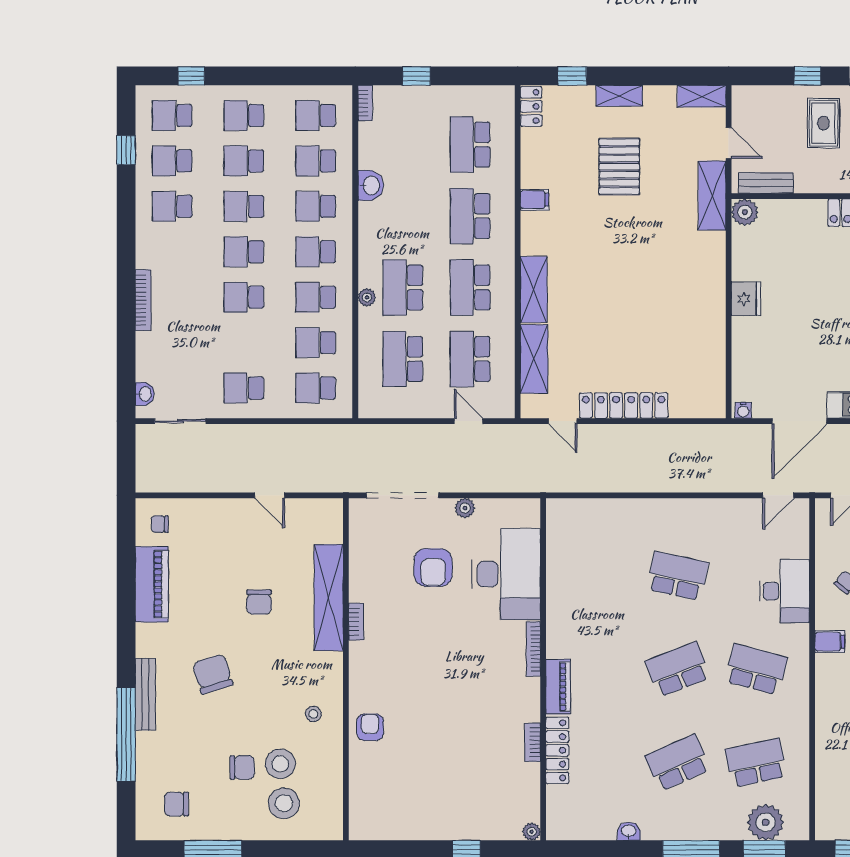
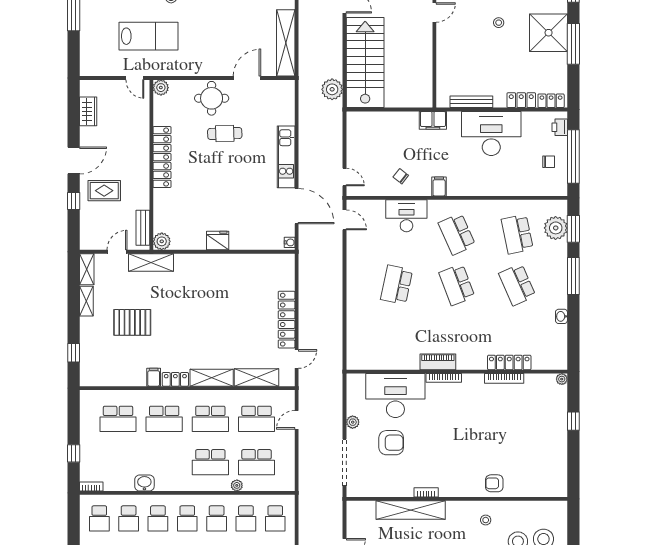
shelving: (619, 96) -> (86, 301), moved
locker: (531, 106) -> (175, 379), moved
plant: (367, 297) -> (237, 485), moved
school desk: (756, 669) -> (457, 234), turned -39
piano: (558, 687) -> (438, 362), moved
bookcase: (533, 742) -> (504, 378), width x1.56

